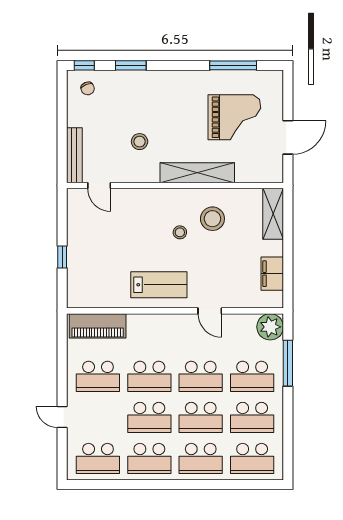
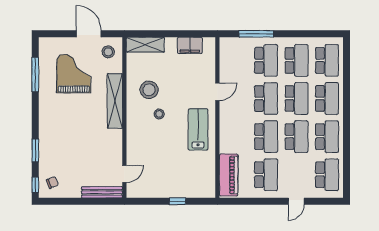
stool: (140, 142) -> (108, 52), moved
plant: (270, 327) -> (229, 47), removed

